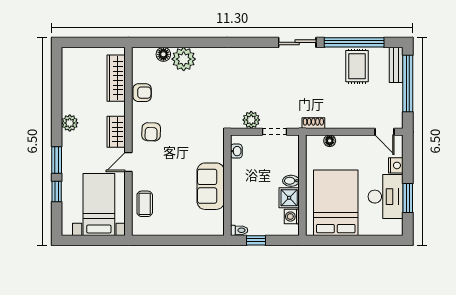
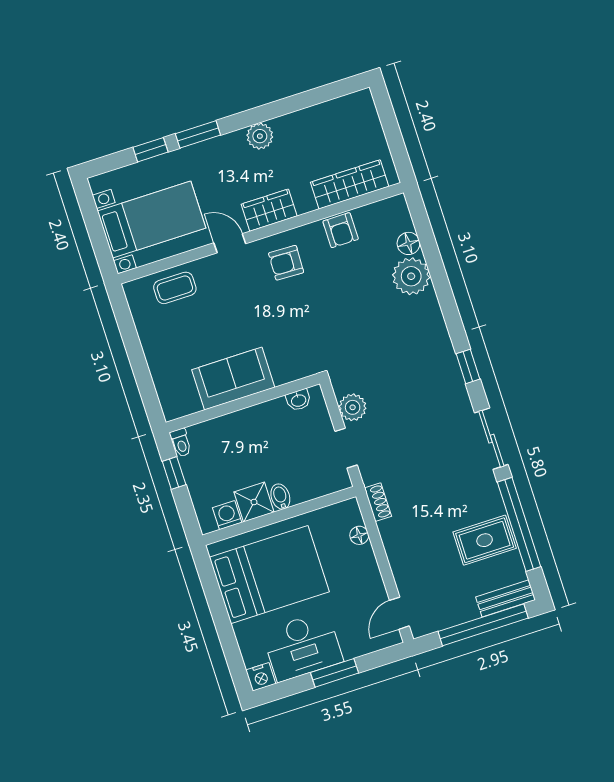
window: (249, 42) -> (468, 366), added
nightstand: (396, 165) -> (261, 677), moved
window: (408, 198) -> (335, 673), moved

